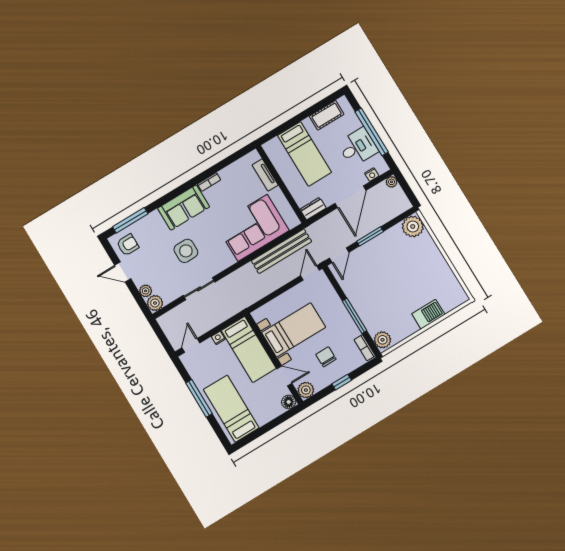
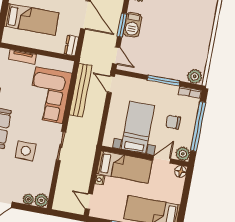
sliding door: (199, 289) -> (61, 146), moved
barbecue: (428, 314) -> (132, 25), moved, turned 180
window: (342, 382) -> (198, 126), width x3.17

